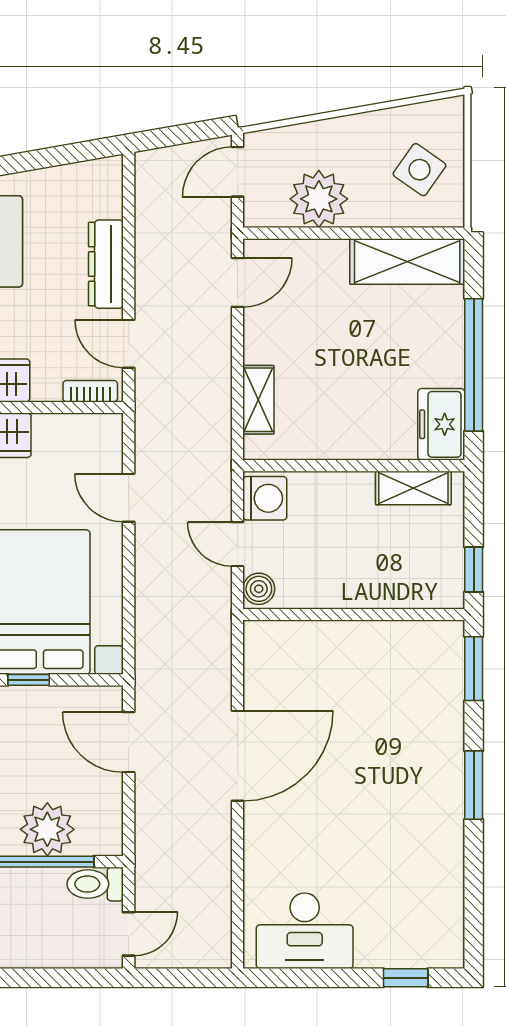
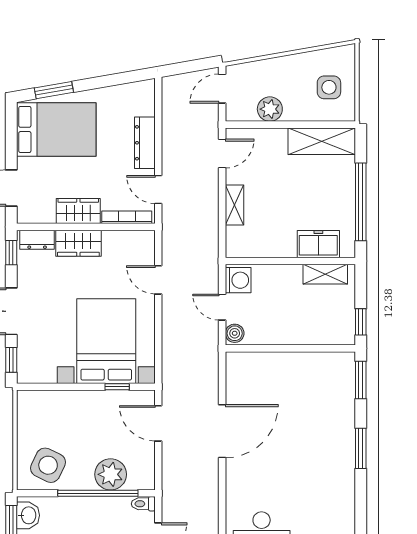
side table: (419, 170) -> (329, 87), turned -35
plant: (319, 199) -> (270, 109), width x0.73, depth x0.73
bookcase: (90, 391) -> (127, 217), width x1.56
shelving: (258, 400) -> (234, 205), moved
freezer: (441, 424) -> (318, 244), moved, turned 90
window: (29, 680) -> (117, 387), moved
toilet: (95, 884) -> (143, 504), width x0.73, depth x0.72

